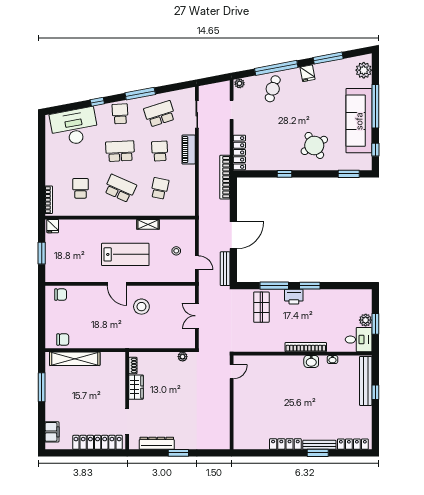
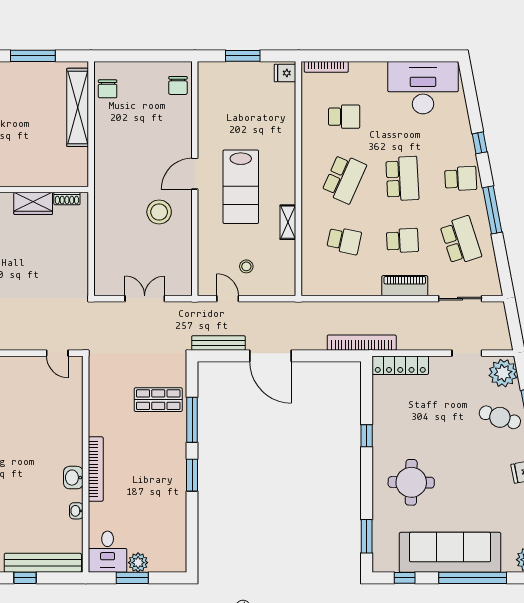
plant: (239, 83) -> (503, 373), width x1.88, depth x1.88
desk: (74, 127) -> (423, 88), moved, turned -79
round table: (314, 145) -> (411, 482), turned 32
door: (197, 263) -> (228, 299), swing flipped
printer: (294, 297) -> (175, 450), removed
plant: (183, 357) -> (81, 276), removed

